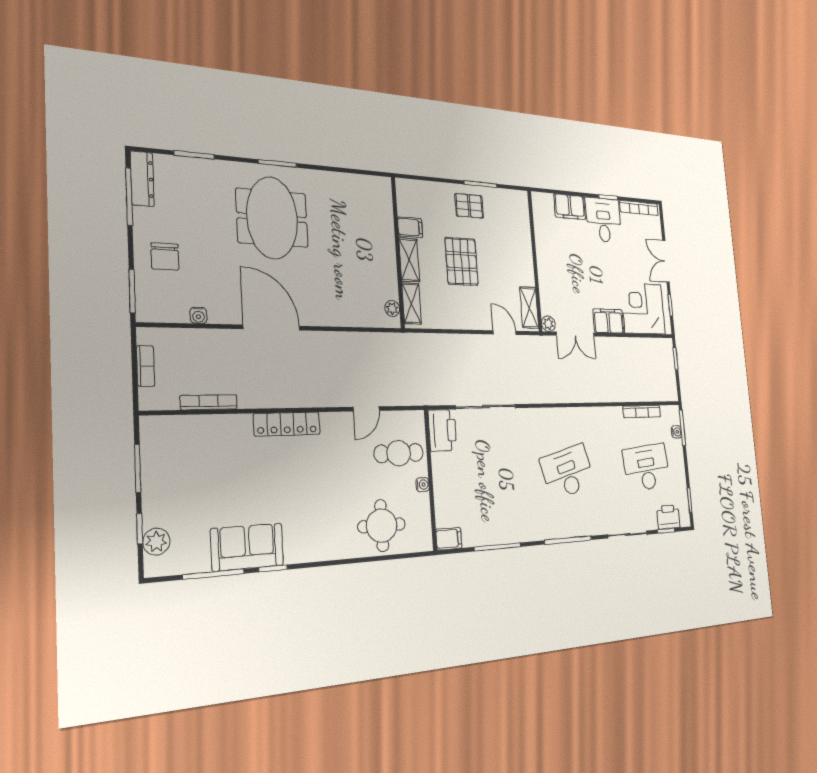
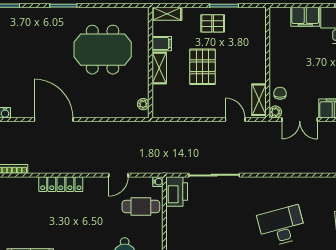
meeting table: (272, 218) -> (103, 50), moved, turned 90
chair: (551, 300) -> (280, 93), added
shelving: (412, 303) -> (167, 14), moved, turned 90
water cooler: (423, 485) -> (158, 182), moved

